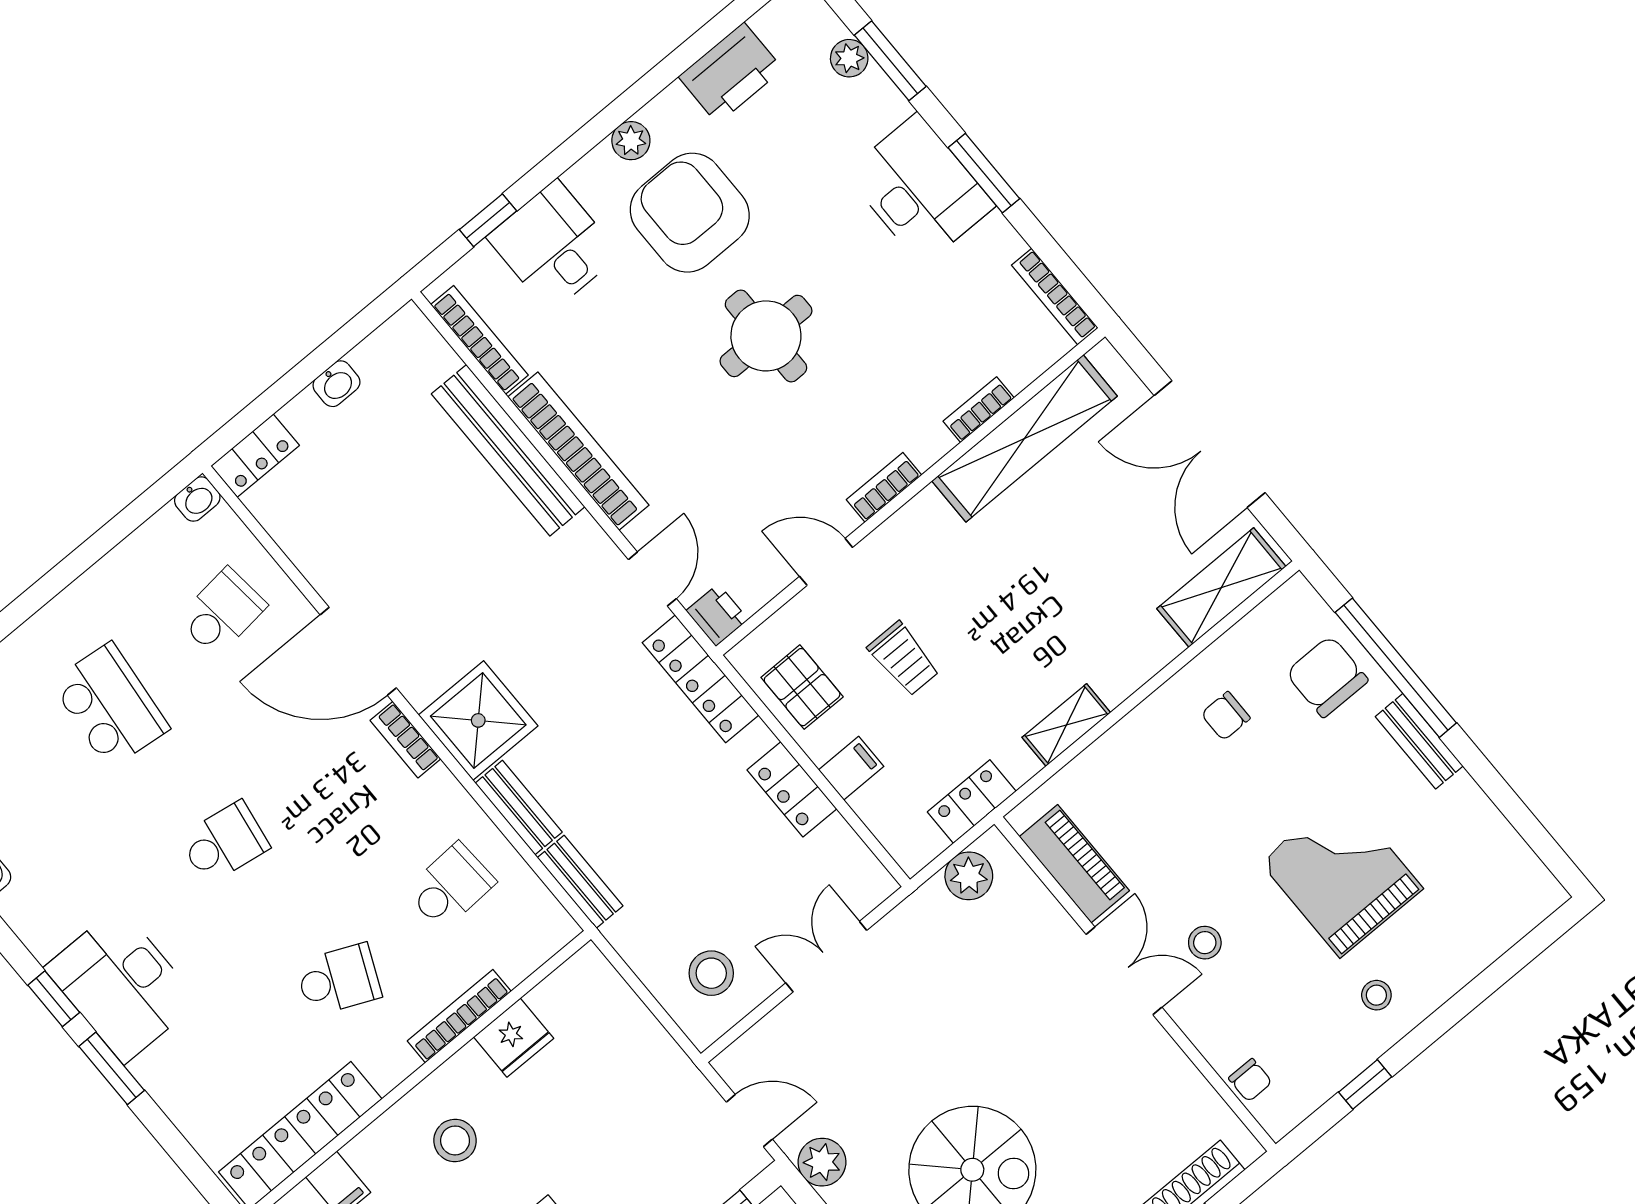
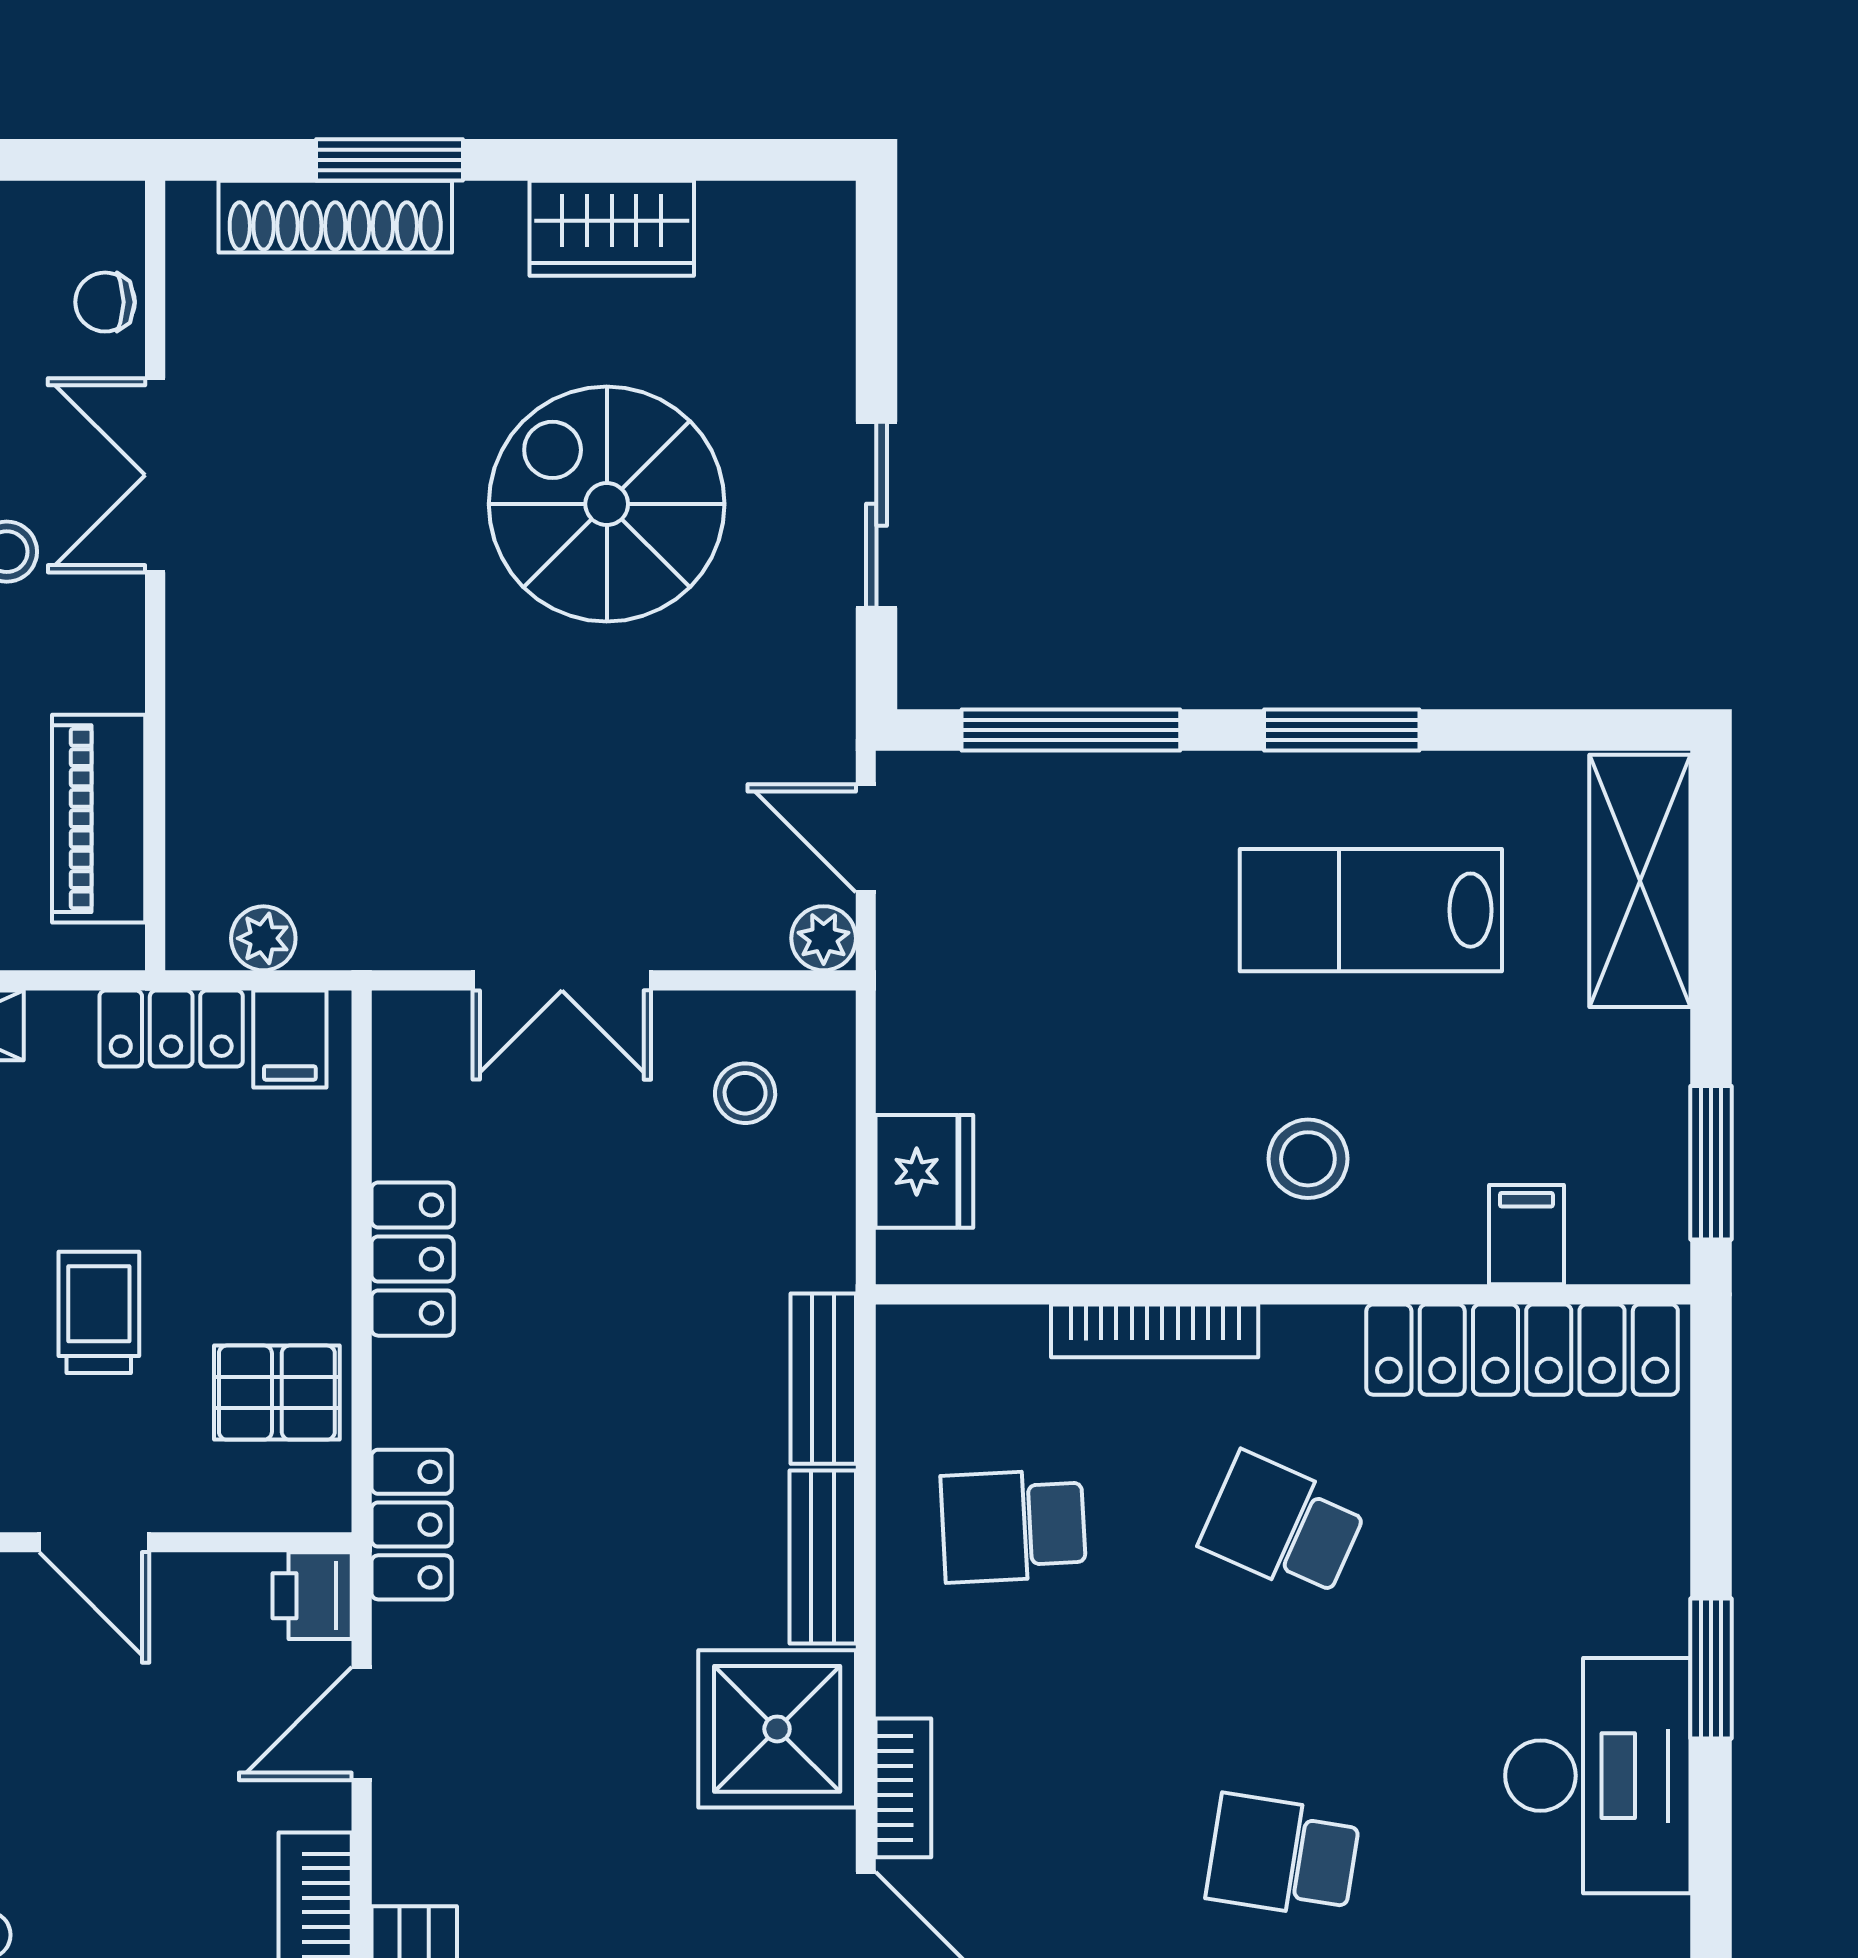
locker: (700, 679) -> (412, 1525), width x0.66
pallet: (802, 687) -> (277, 1393), turned 90
filing cabinet: (851, 768) -> (290, 1039), moved, turned -90
plant: (969, 876) -> (263, 938), width x0.73, depth x0.73
double door: (1124, 971) -> (155, 475), moved
stool: (711, 973) -> (745, 1093), width x0.73, depth x0.73
window: (54, 999) -> (1711, 1836), removed
fridge: (514, 1038) -> (924, 1171), moved, turned 90
chair: (1250, 1080) -> (105, 302), turned -90
plant: (822, 1162) -> (824, 938), moved, width x0.73, depth x0.73

